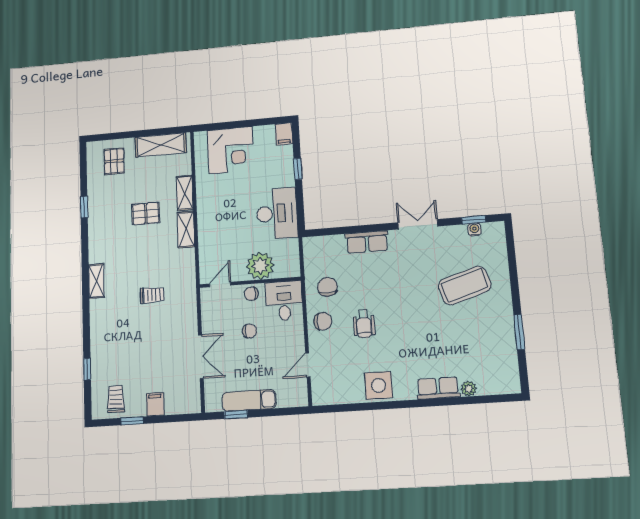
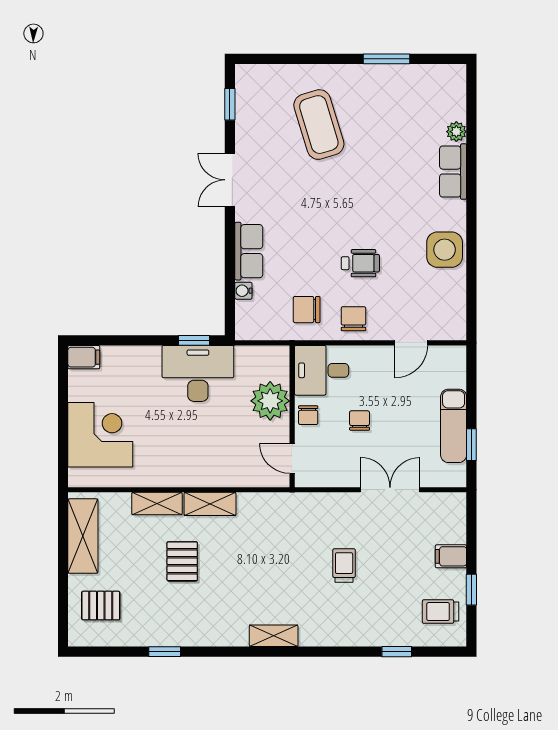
window: (298, 169) -> (194, 340), moved
water cooler: (474, 230) -> (243, 291), moved
trolley: (152, 295) -> (344, 565), moved
door: (308, 365) -> (411, 343), hinge flipped

